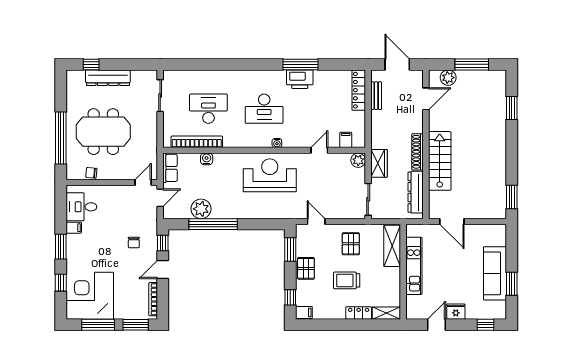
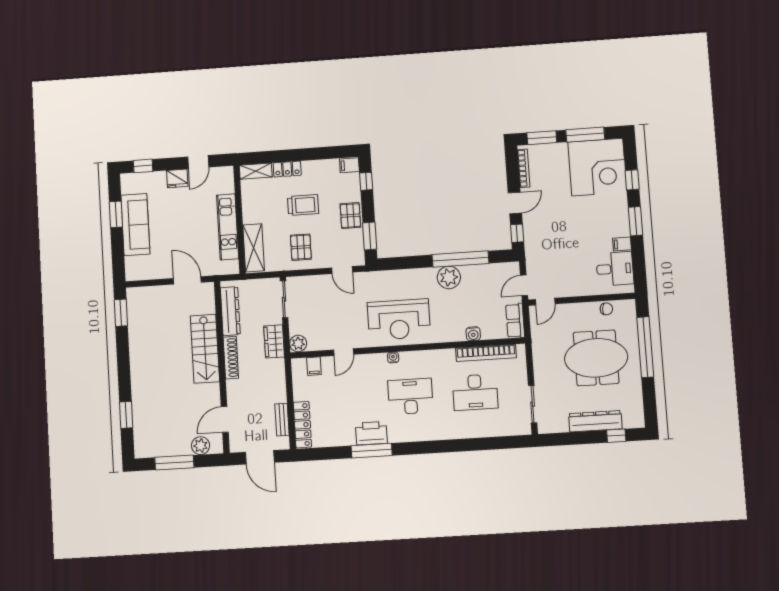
plant: (201, 209) -> (449, 277), moved
chair: (134, 242) -> (551, 232), removed

